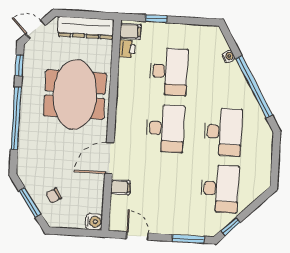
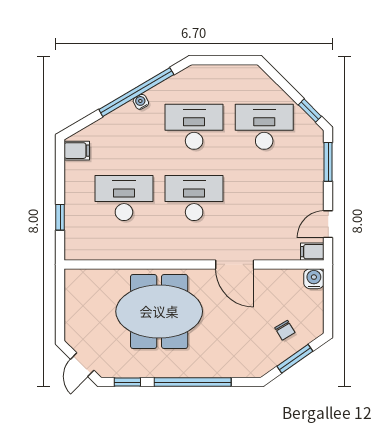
dresser: (86, 28) -> (76, 303), removed
filing cabinet: (130, 31) -> (77, 151), moved, turned 90
printer: (127, 49) -> (99, 251), removed
water cooler: (229, 56) -> (141, 102), moved
filing cabinet: (120, 187) -> (312, 252), moved, turned -90

